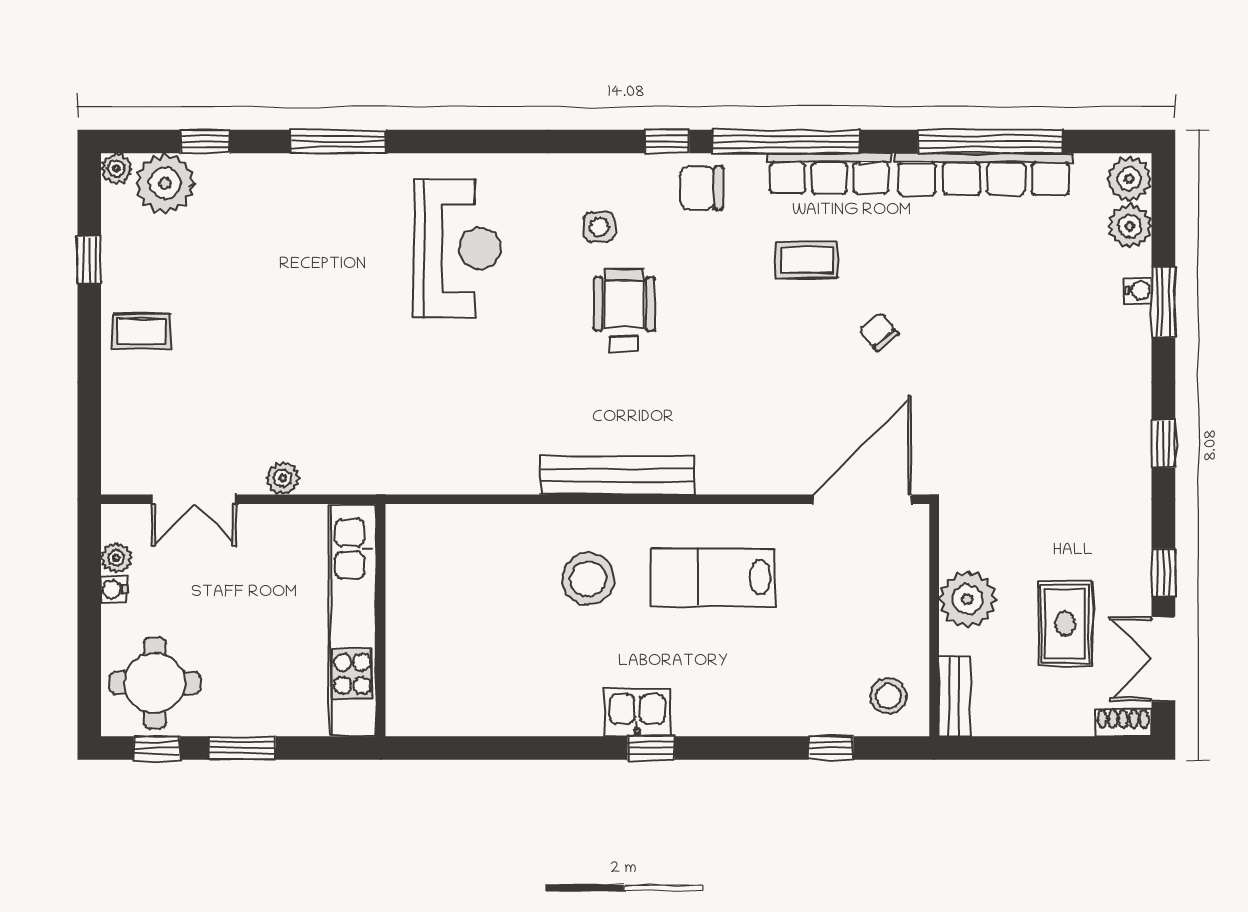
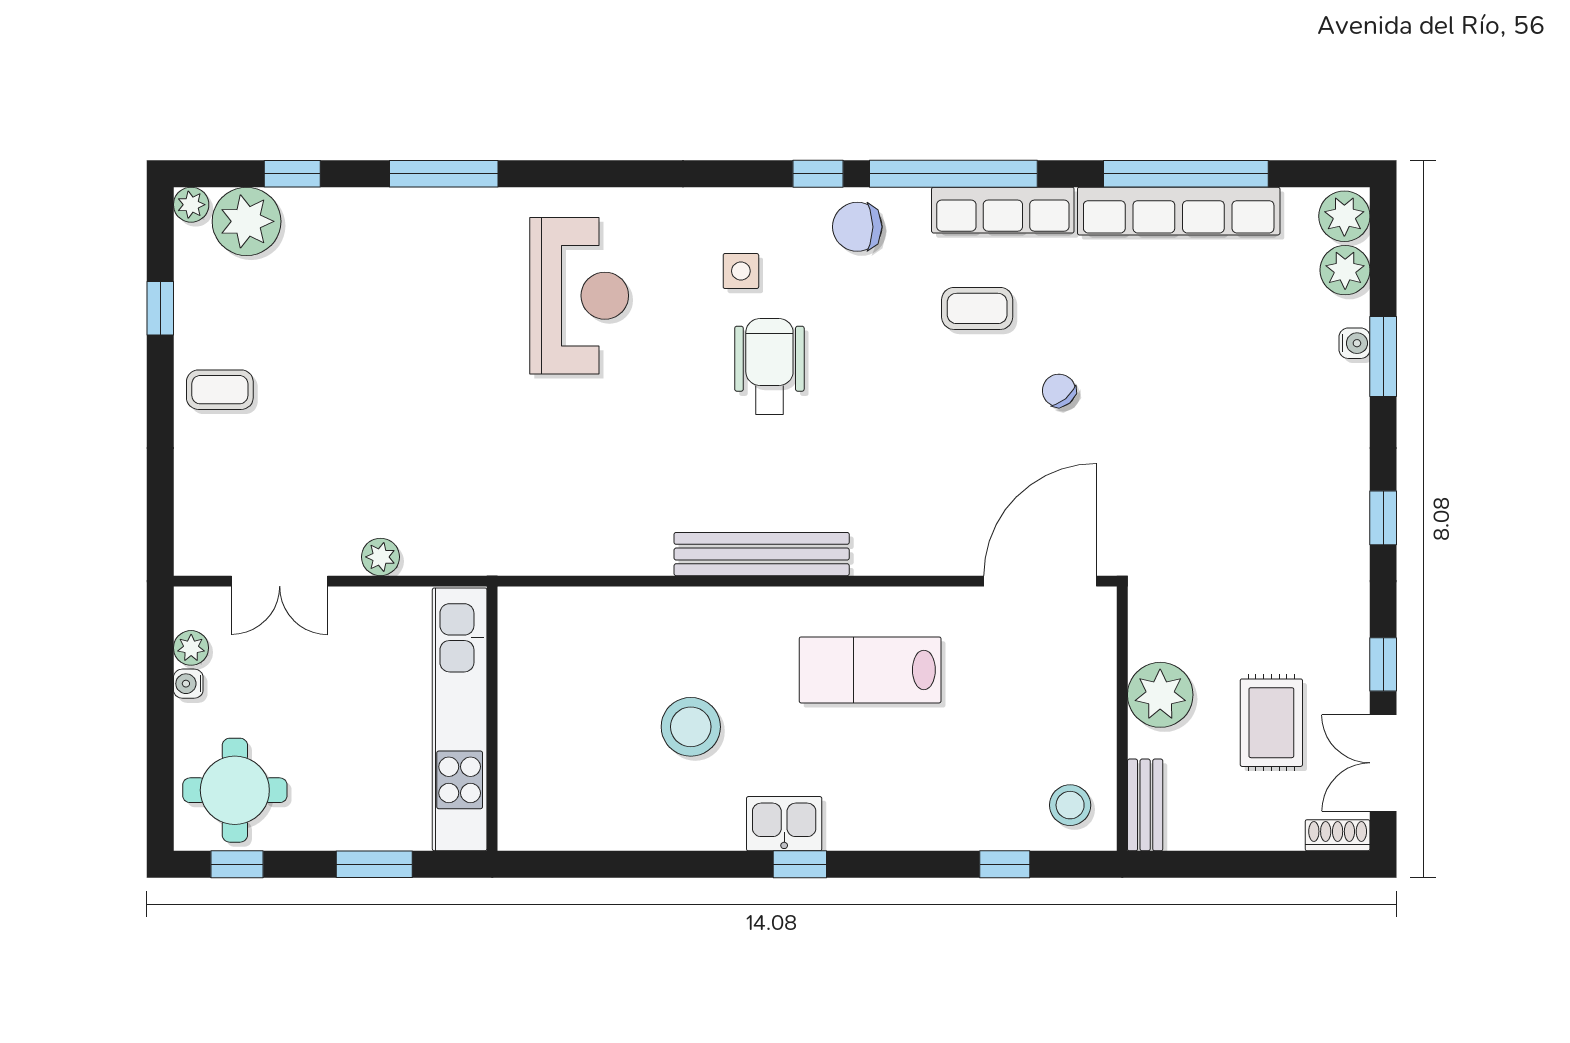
stool: (588, 579) -> (691, 727), moved
window: (243, 748) -> (374, 864), moved

